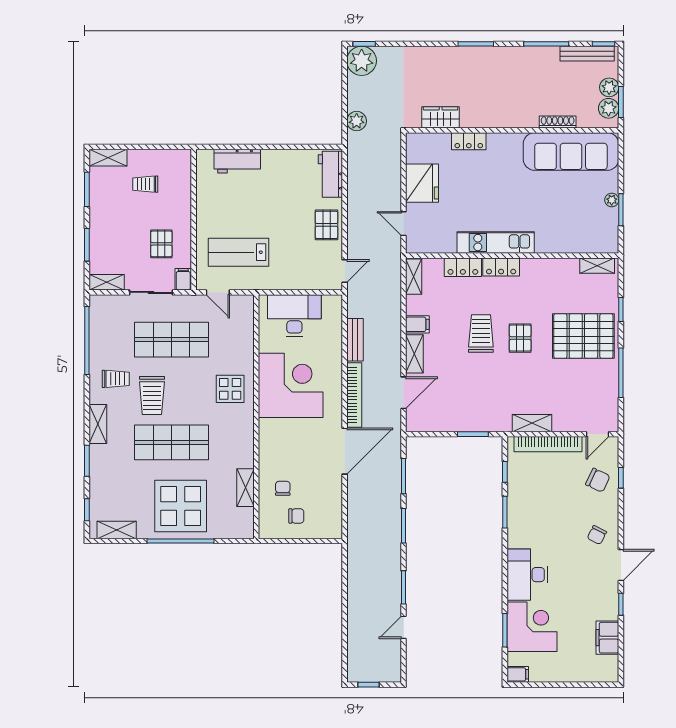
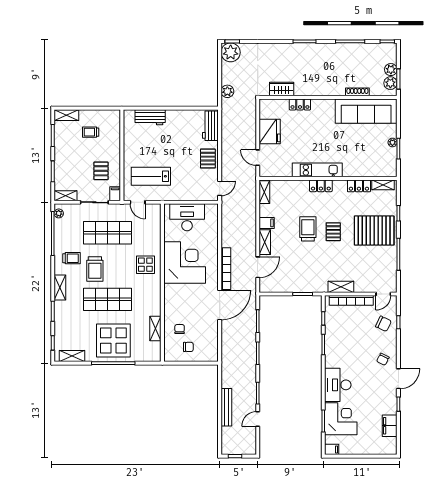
bench: (587, 54) -> (377, 48), removed
locker: (463, 267) -> (359, 186), moved
plant: (96, 310) -> (59, 213), added
bench: (355, 340) -> (226, 407), moved, width x1.36

